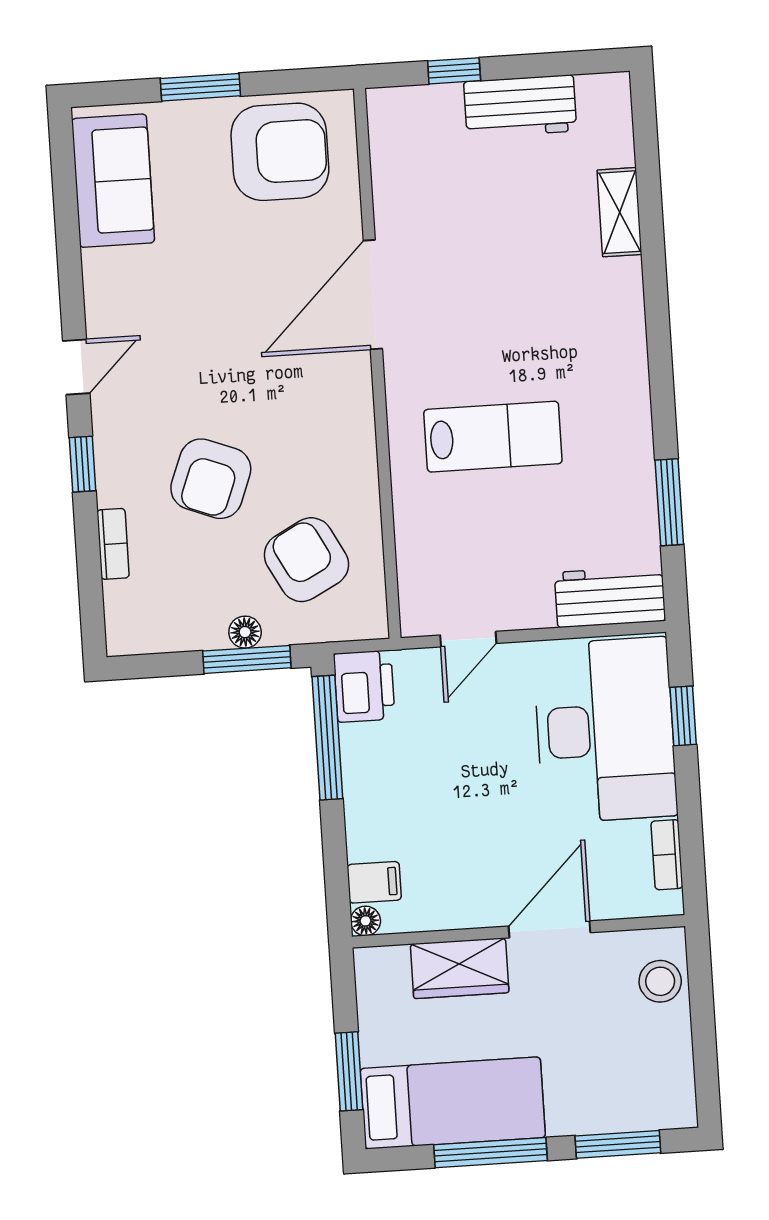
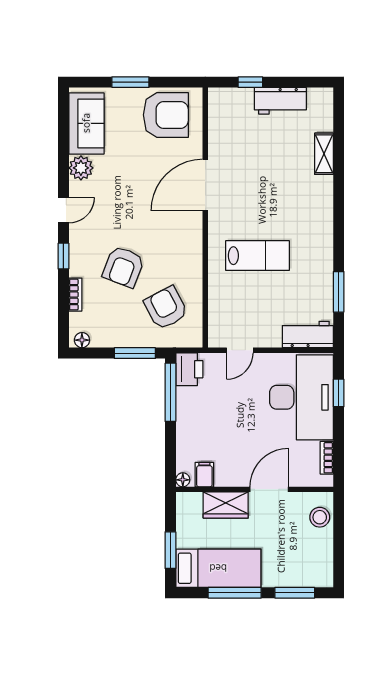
plant: (108, 275) -> (81, 168), added
floor lamp: (245, 632) -> (82, 340), moved
filing cabinet: (374, 882) -> (204, 475), moved, turned -90

